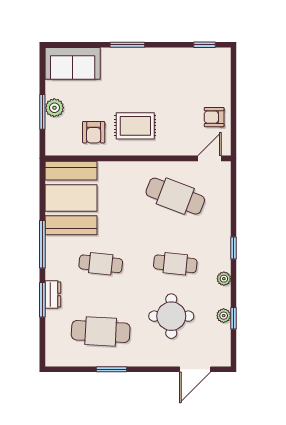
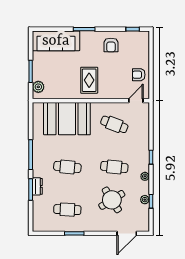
sofa: (73, 63) -> (56, 41), width x1.36
plant: (54, 108) -> (38, 87), moved
rug: (135, 126) -> (89, 80), turned 90
armchair: (94, 132) -> (111, 45), moved
cafe table: (175, 196) -> (114, 124), width x0.73, depth x0.74
booth: (71, 198) -> (67, 119), moved, turned 90
round table: (171, 316) -> (112, 200), turned -32
cafe table: (101, 331) -> (67, 210), width x0.73, depth x0.74

